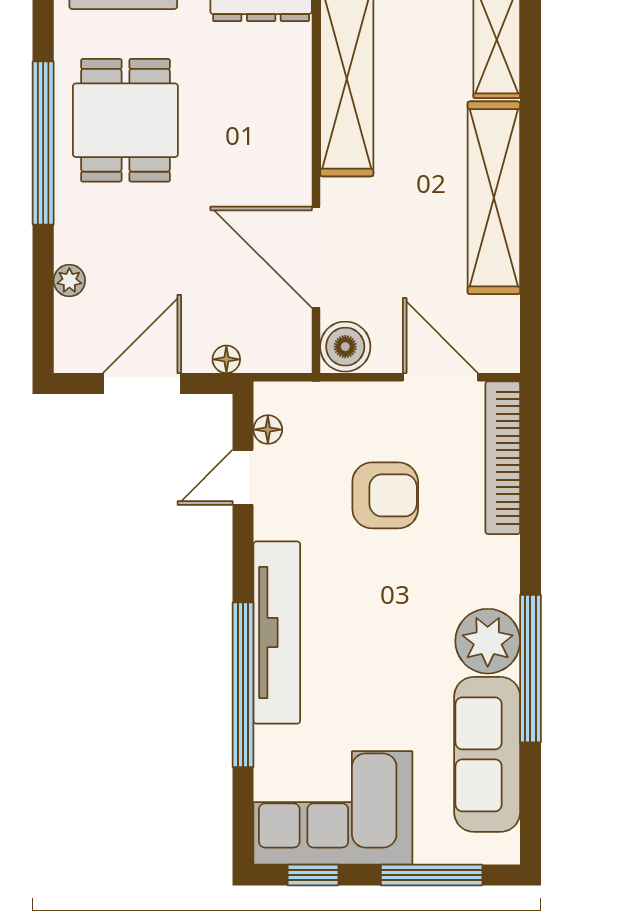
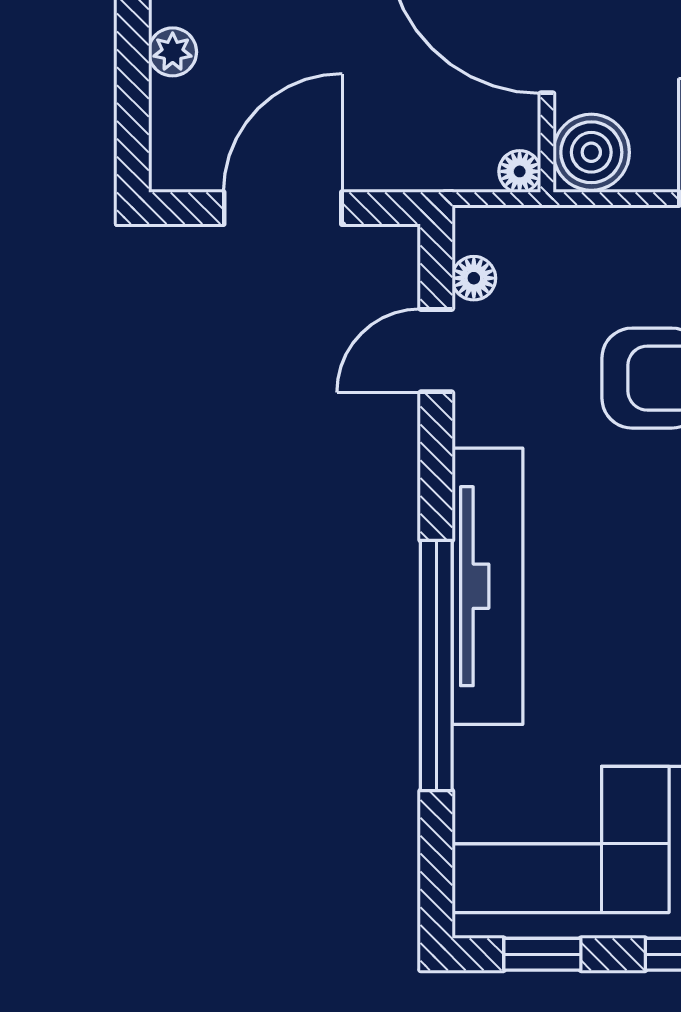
floor lamp: (226, 359) -> (520, 171), moved

